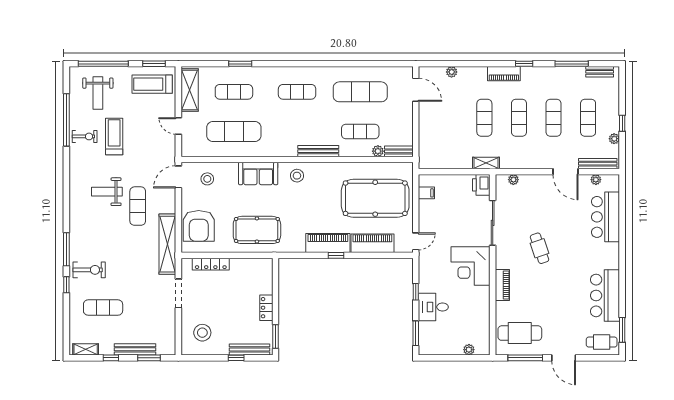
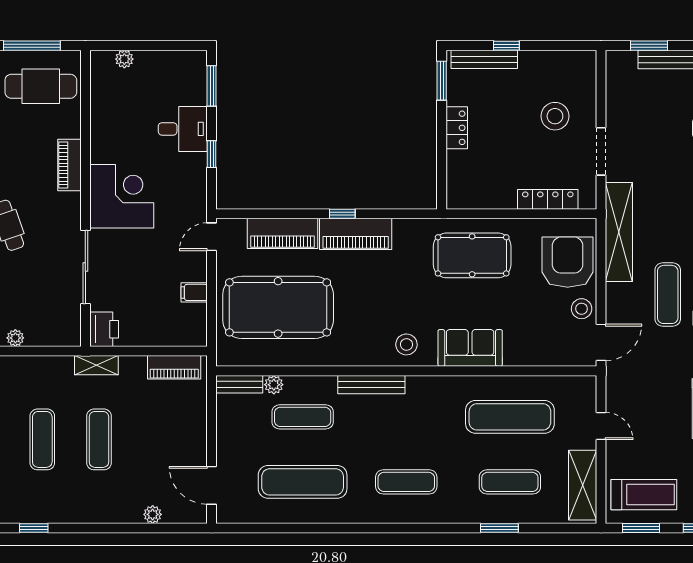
piano: (504, 74) -> (174, 367), moved, turned 180
stool: (207, 179) -> (582, 309), moved
plant: (513, 180) -> (15, 338), moved
filing cabinet: (426, 193) -> (194, 292), moved
stool: (202, 333) -> (555, 116), moved

